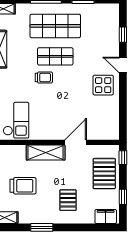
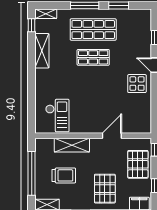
trolley: (44, 77) -> (83, 77), removed
shelving: (46, 152) -> (72, 145), moved
pallet: (68, 200) -> (105, 189), width x1.50, depth x1.42

